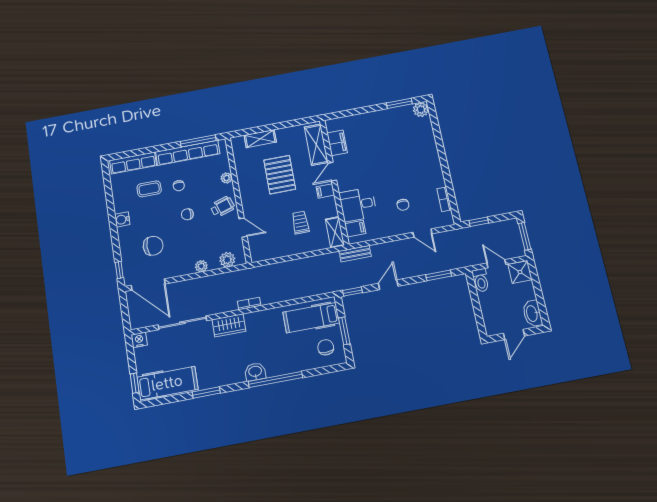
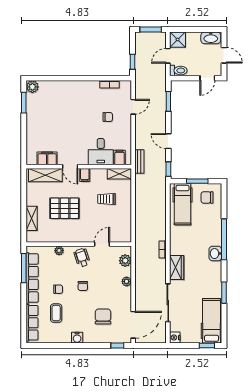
door: (479, 319) -> (207, 78), added

